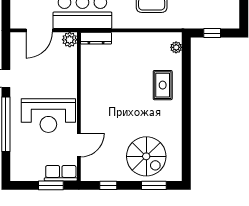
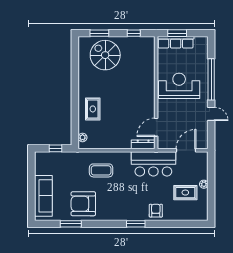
plant: (70, 40) -> (163, 143), removed
door: (79, 145) -> (156, 127), moved
row of seats: (61, 173) -> (176, 42), width x1.48

